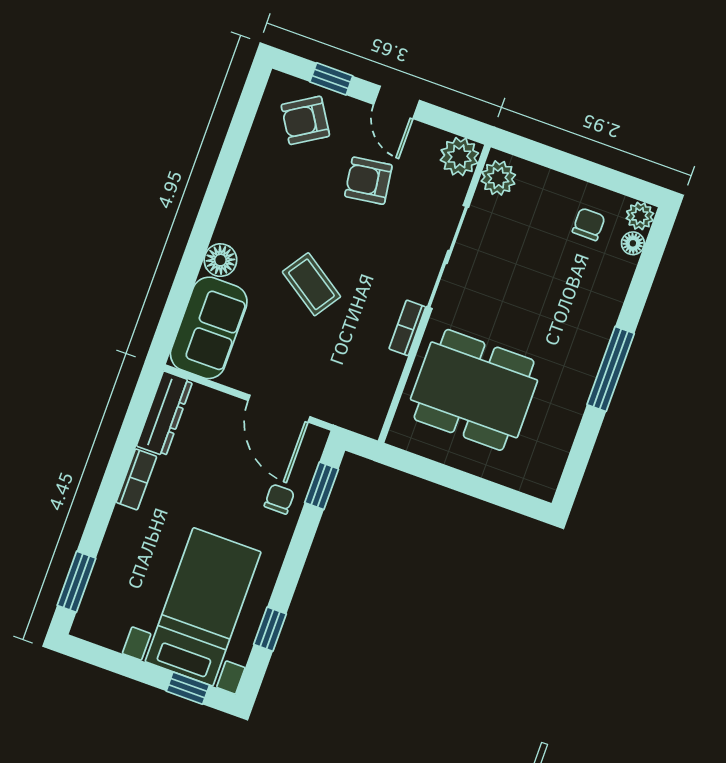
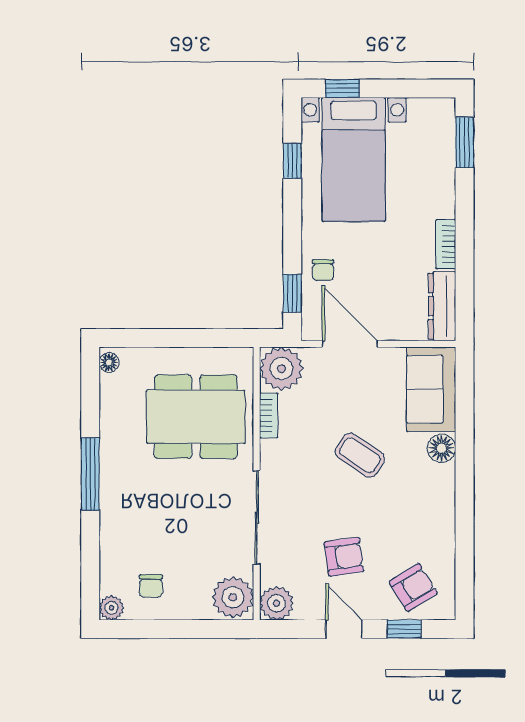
plant: (498, 178) -> (233, 597), width x1.36, depth x1.36
floor lamp: (633, 243) -> (109, 362), moved
bookcase: (407, 328) -> (269, 415), moved
plant: (363, 409) -> (281, 369), added

